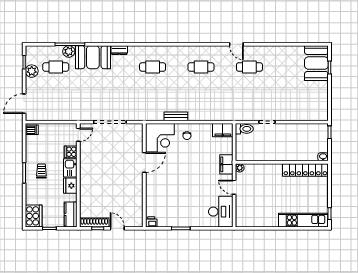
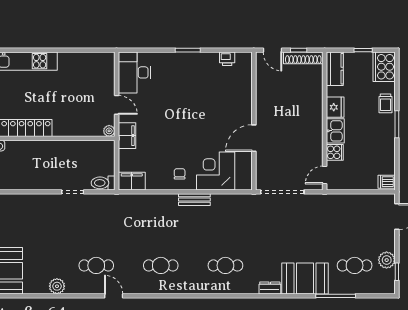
plant: (69, 51) -> (57, 286), moved
door: (144, 162) -> (254, 138), moved
trolley: (41, 171) -> (385, 103), moved
wall: (144, 175) -> (254, 121), moved

